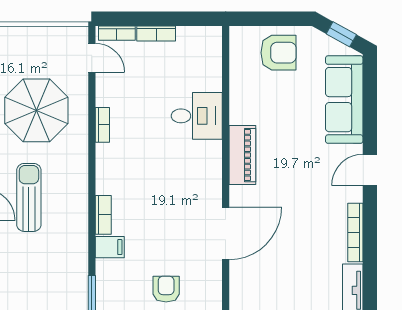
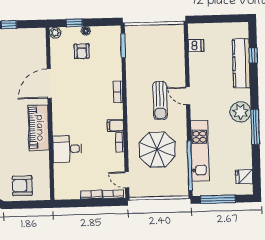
piano: (242, 155) -> (39, 128), width x1.37, depth x1.33
filing cabinet: (110, 247) -> (115, 126), moved

